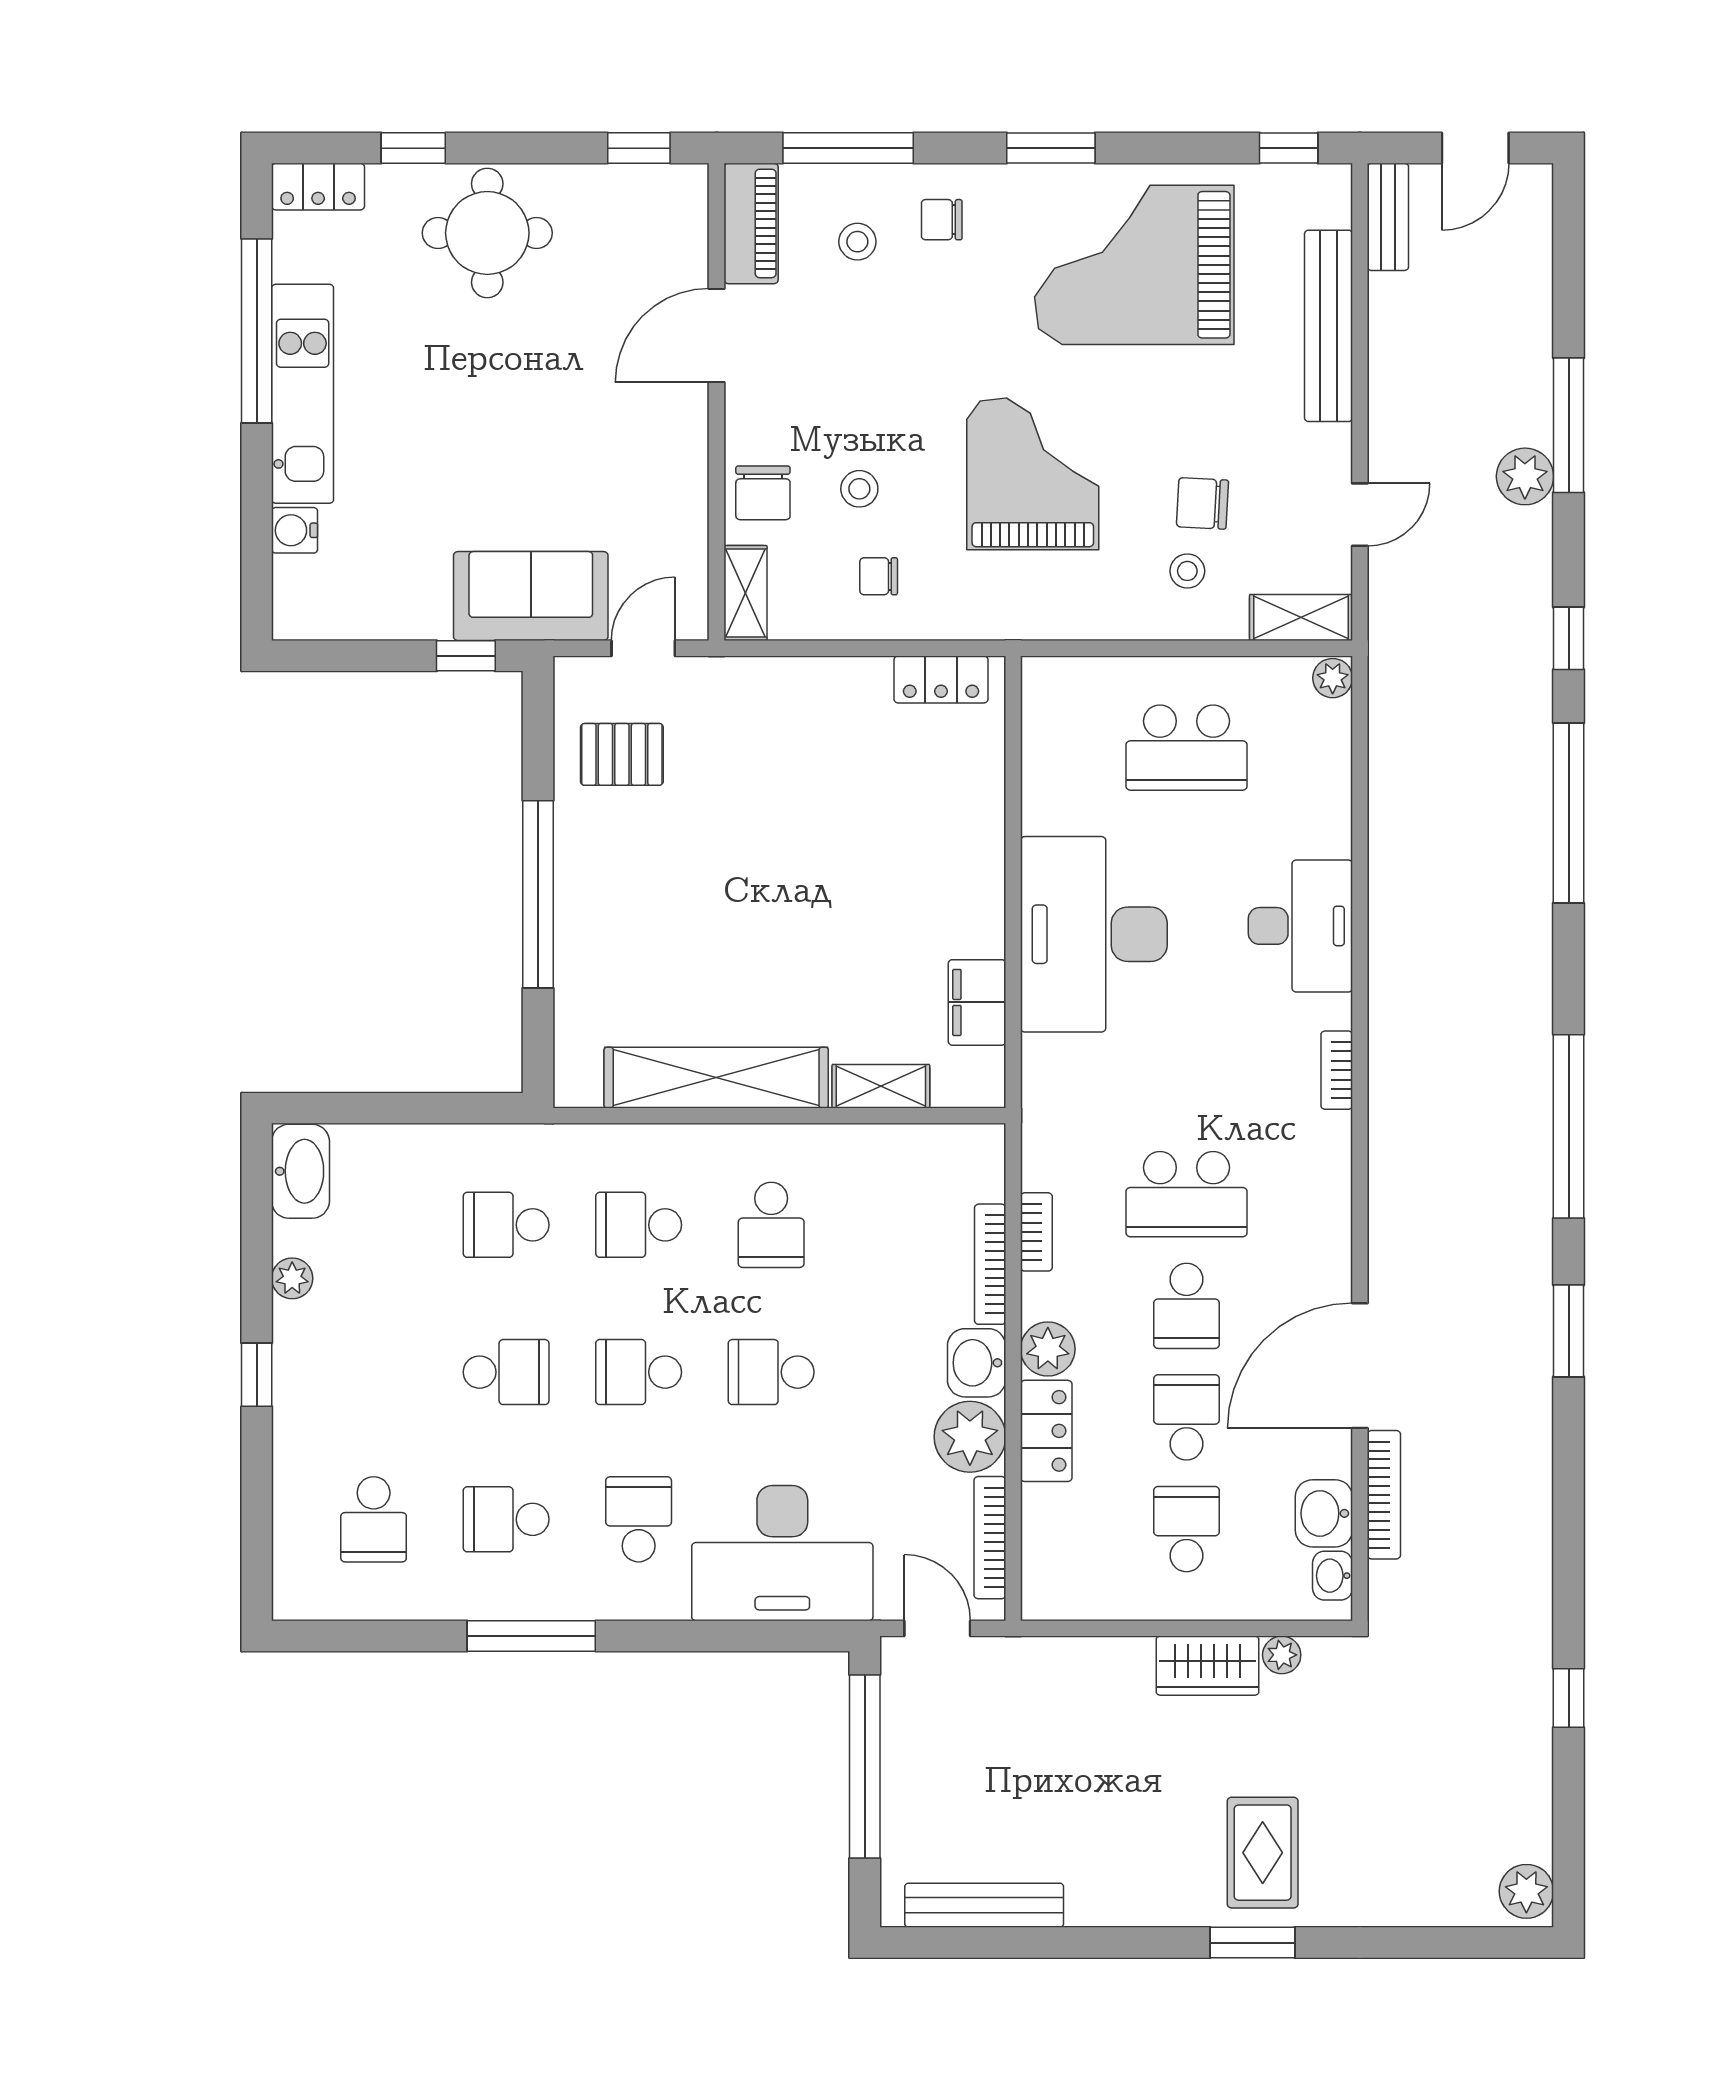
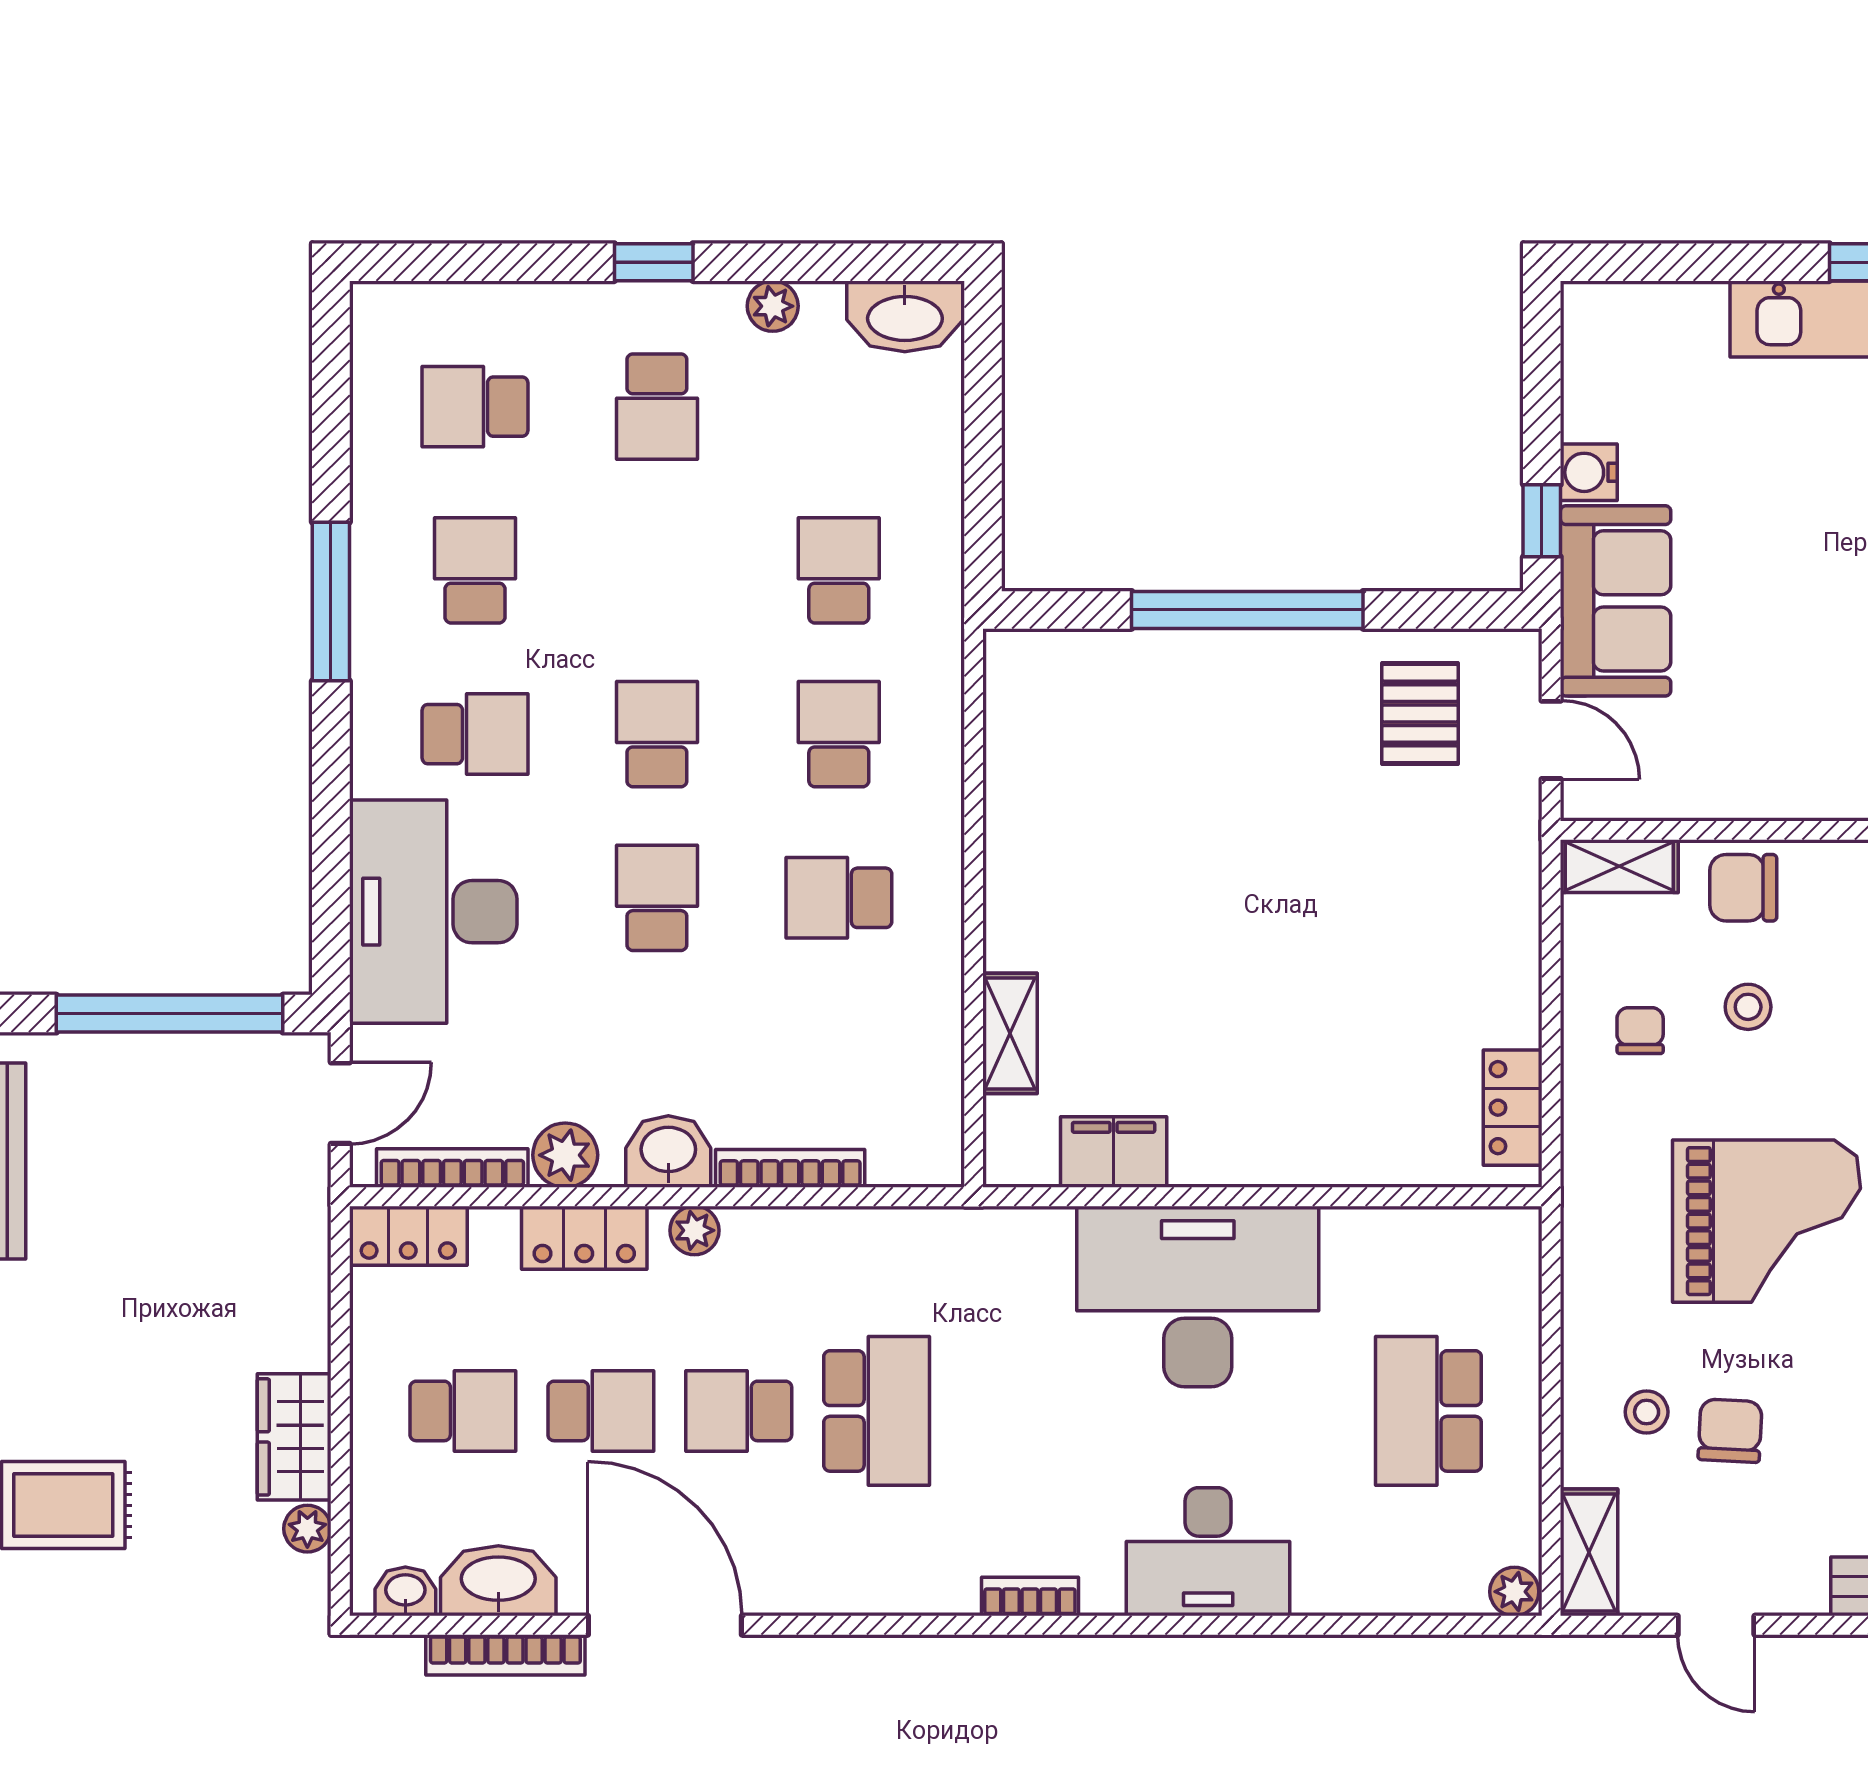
water cooler: (295, 530) -> (1589, 472), moved, turned -90
shelving: (716, 1078) -> (1021, 830), removed
school desk: (1187, 1194) -> (877, 1411), turned 180
bookcase: (1036, 1232) -> (830, 1225), removed
plant: (1048, 1349) -> (694, 1230), width x0.73, depth x0.73
school desk: (506, 1372) -> (657, 407), moved
plant: (970, 1437) -> (565, 1155), width x0.73, depth x0.73
washbasin: (1324, 1513) -> (498, 1581), width x1.38
locker: (1045, 1573) -> (408, 1236), added

